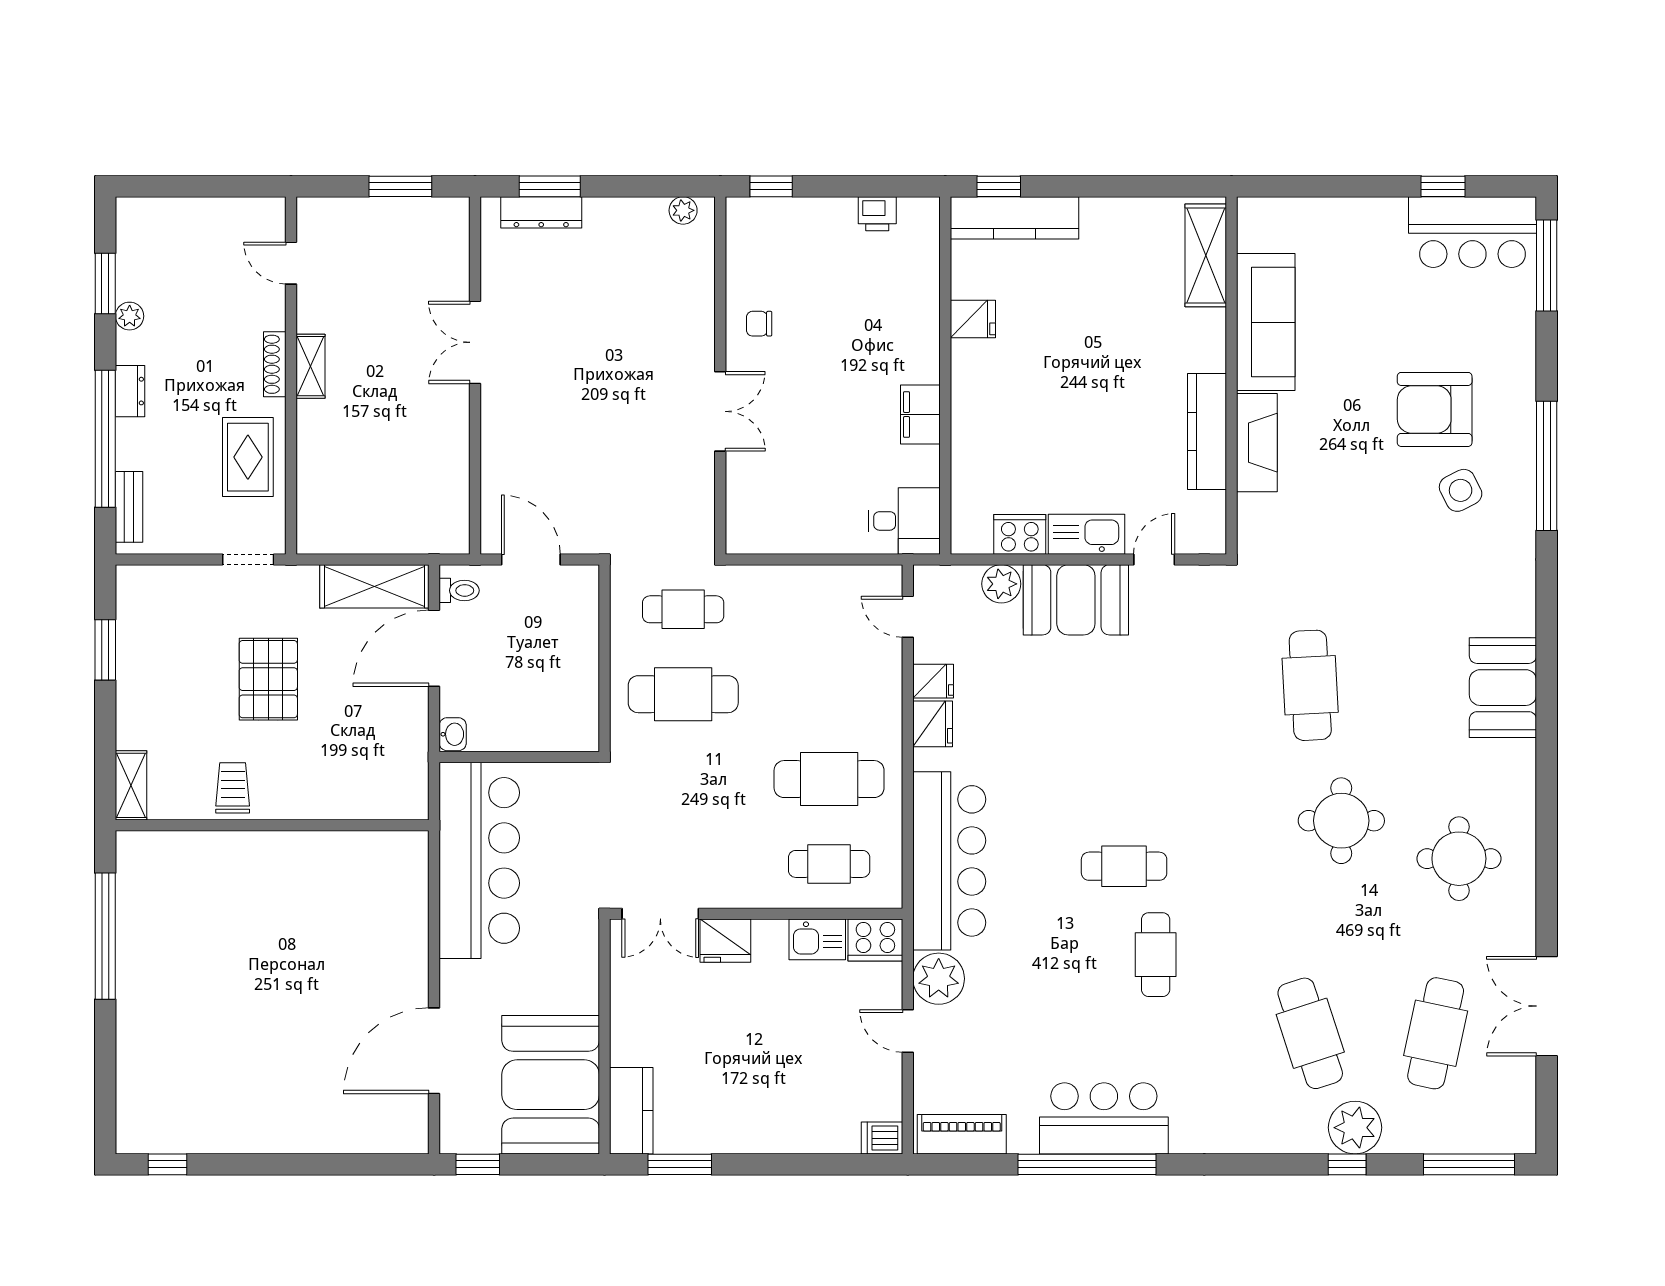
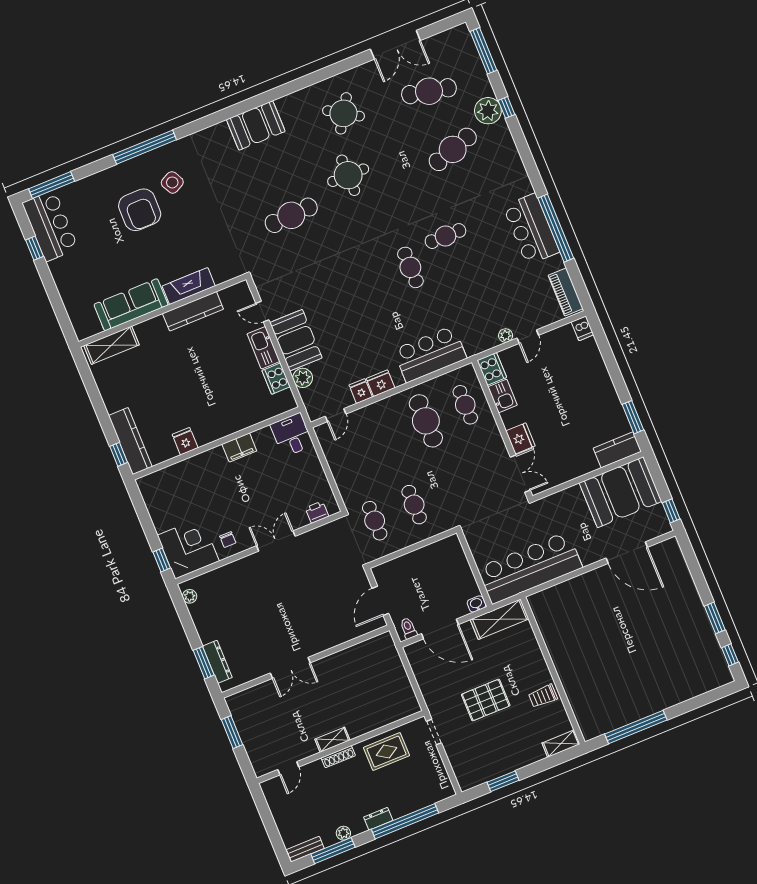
printer: (877, 214) -> (317, 512), moved, turned -90
corner desk: (773, 244) -> (188, 548), added
window: (105, 283) -> (333, 851), width x1.44
bench: (129, 507) -> (305, 849), moved
shelving: (374, 586) -> (499, 619), moved, turned 90
cafe table: (683, 694) -> (414, 505), width x0.73, depth x0.74
round table: (1459, 859) -> (343, 113), turned 32
bar counter: (949, 861) -> (430, 354), width x0.73
plant: (939, 979) -> (506, 335), width x0.53, depth x0.53
window: (247, 1164) -> (715, 618), added

